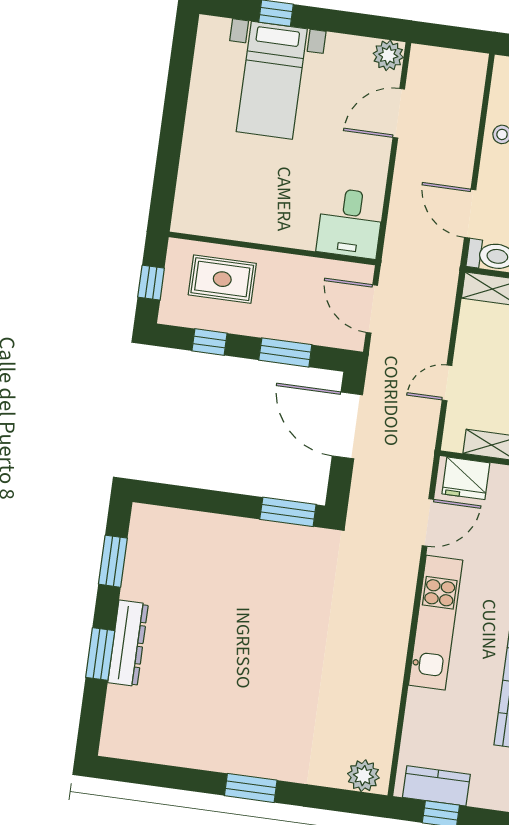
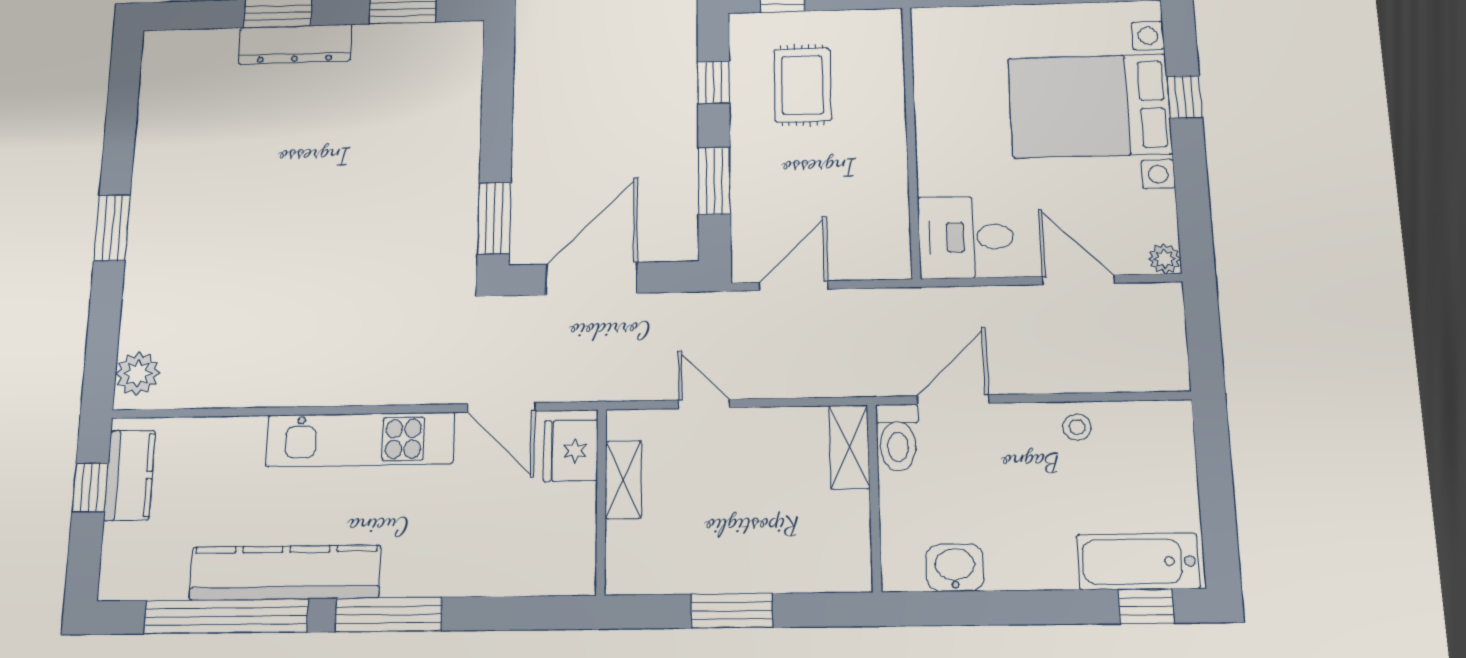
plant: (388, 55) -> (1165, 259), width x0.73, depth x0.73
bed with nightstands: (272, 80) -> (1090, 106), width x1.36
desk: (350, 223) -> (966, 237), moved
wall: (272, 248) -> (911, 141), moved
door: (347, 425) -> (592, 279), moved

